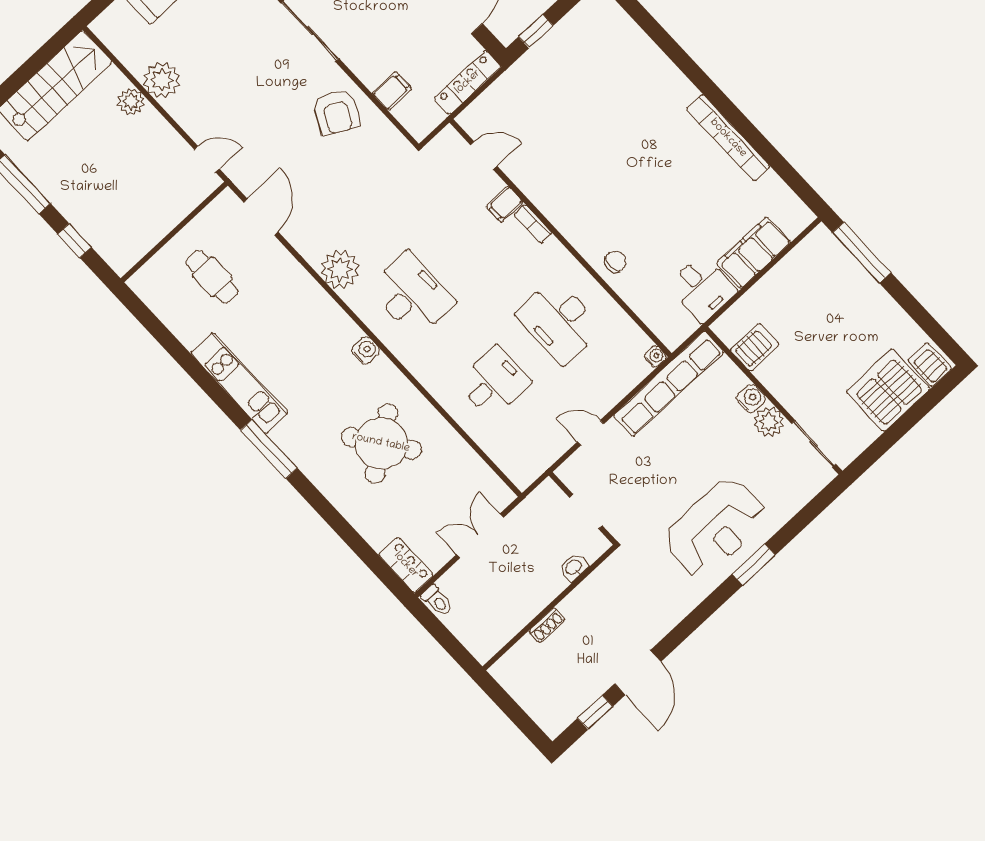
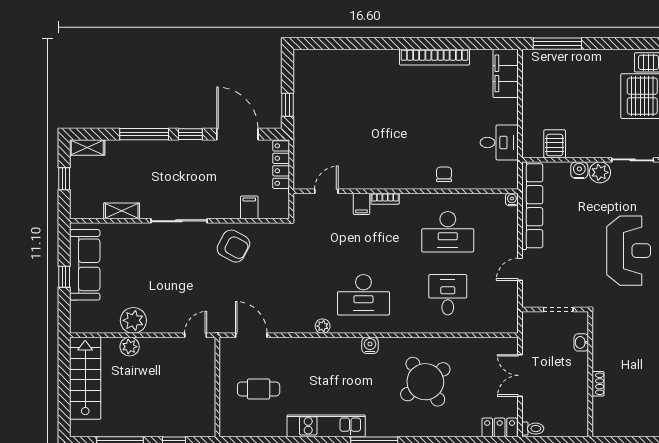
filing cabinet: (754, 253) -> (506, 73), moved
plant: (340, 269) -> (323, 326), width x0.53, depth x0.53
desk: (412, 295) -> (363, 295), turned 180

